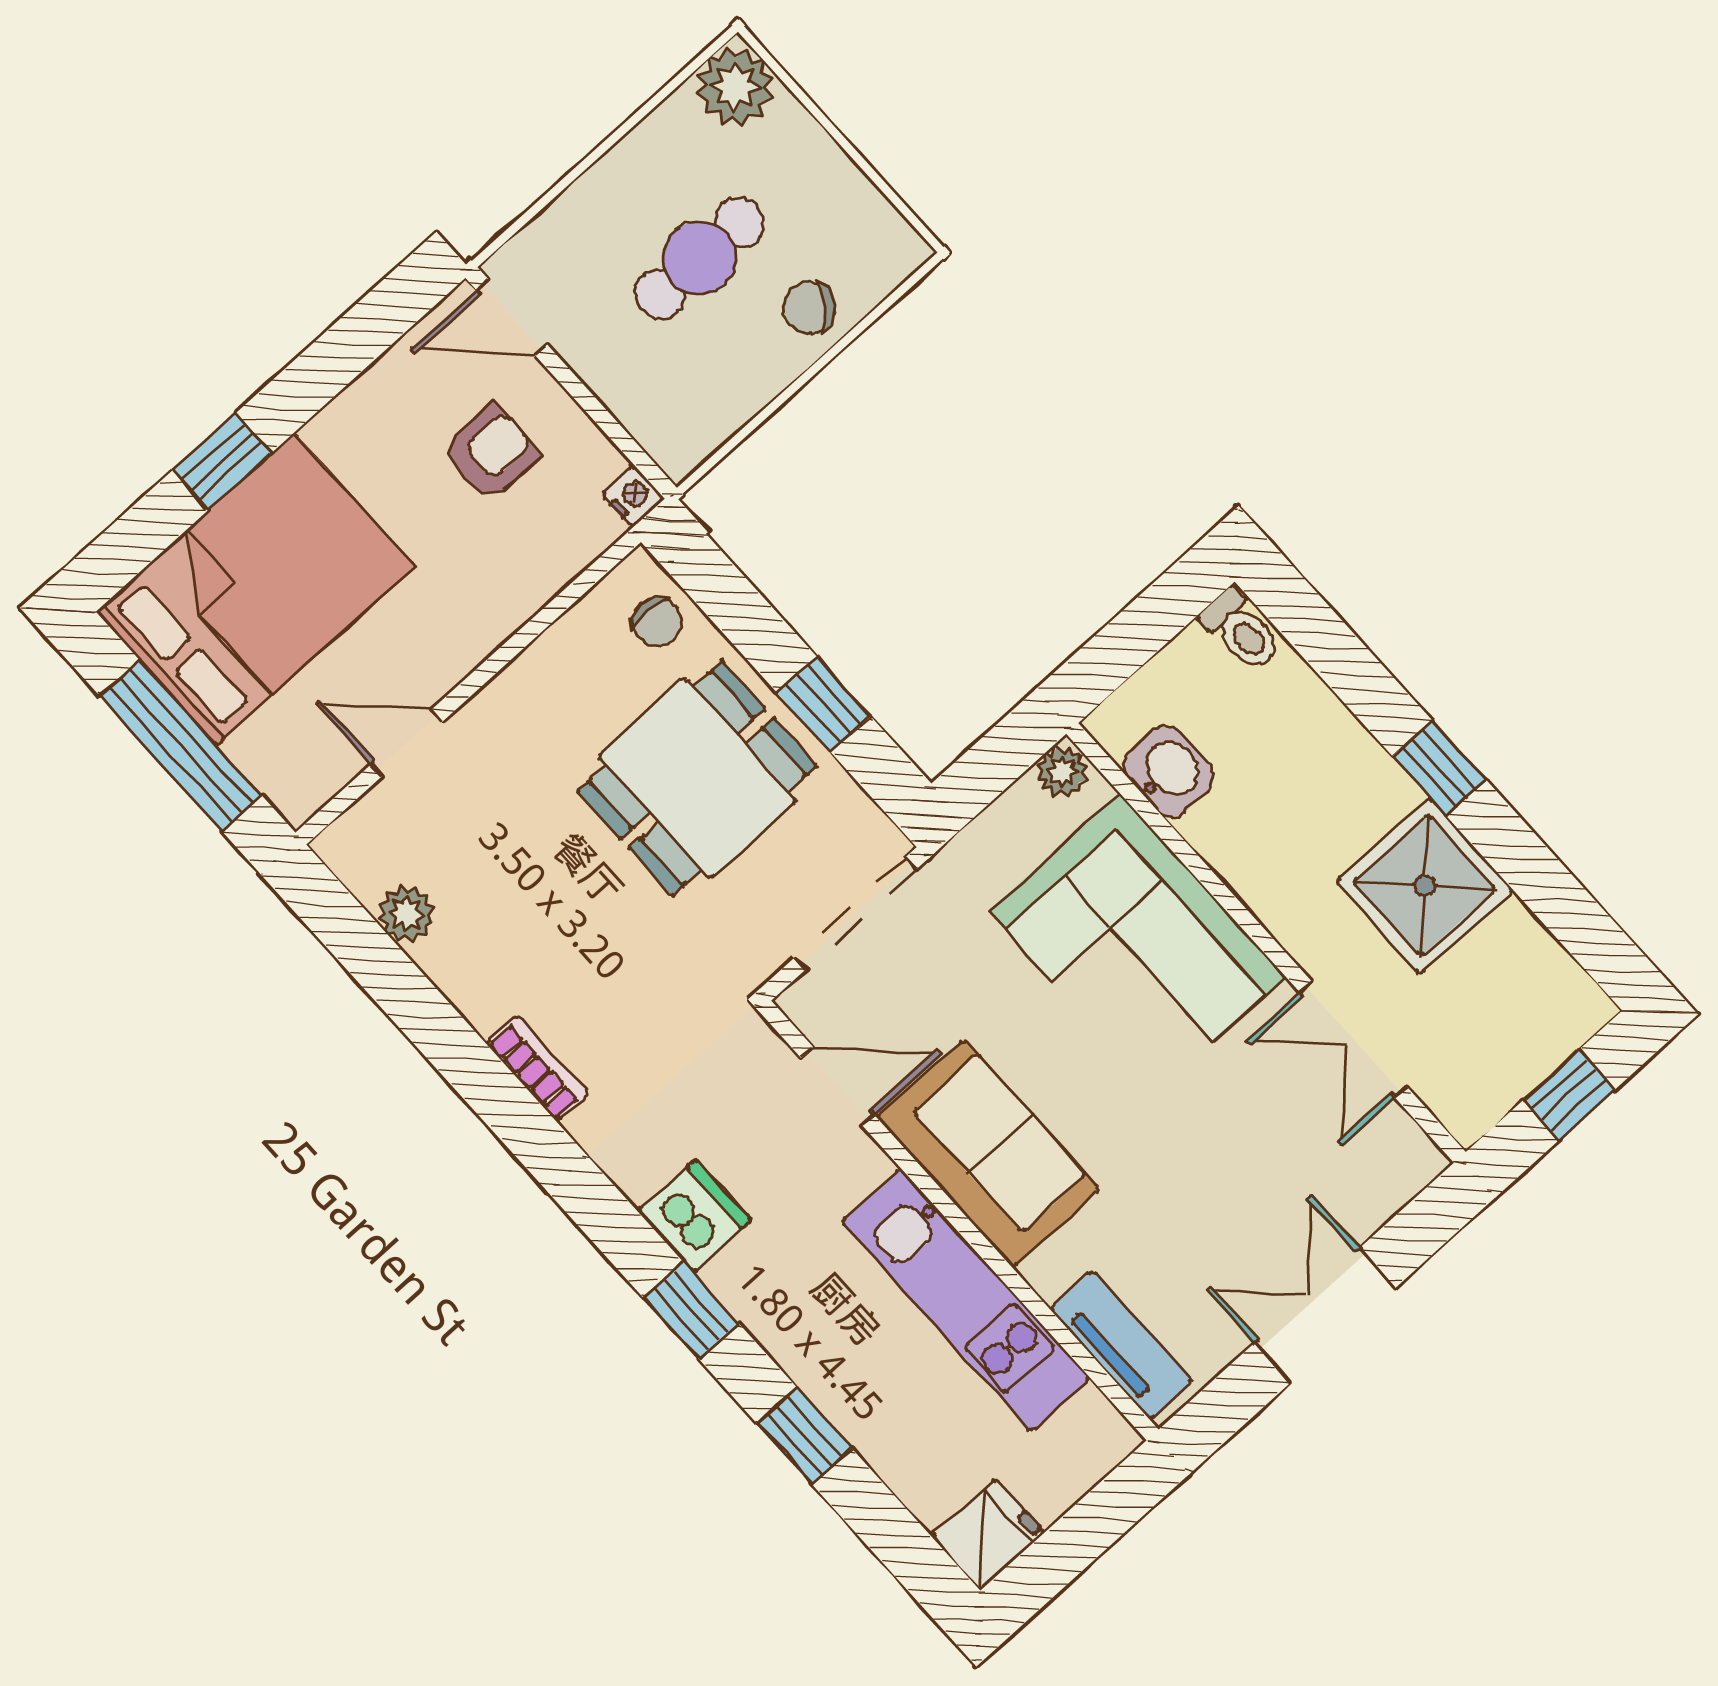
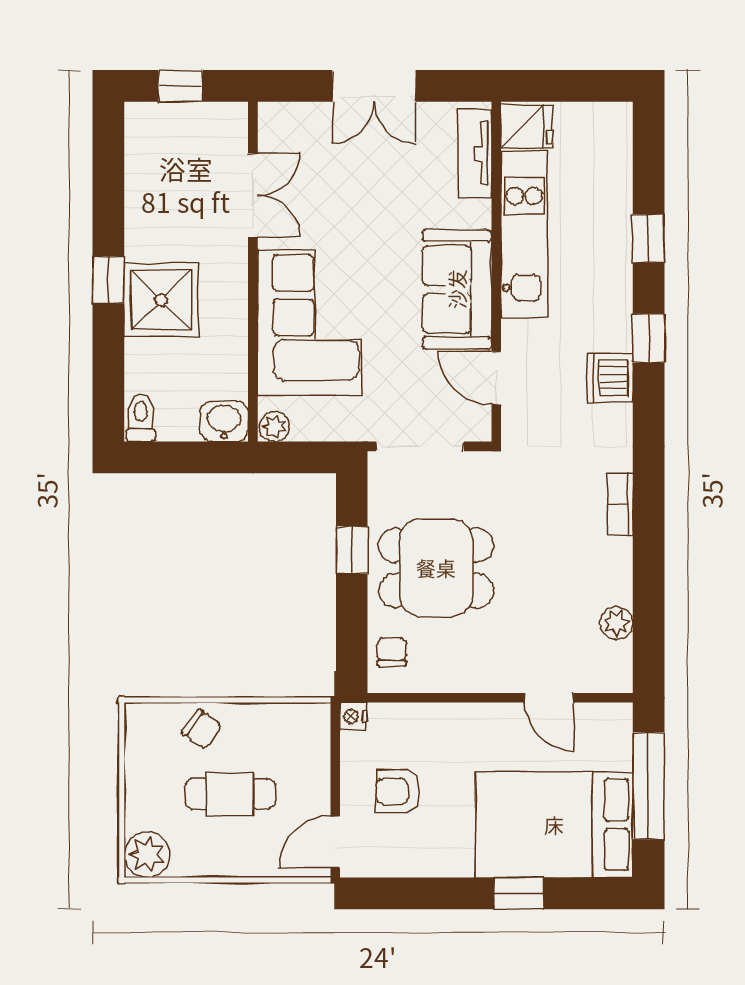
door: (512, 317) -> (335, 842), swing flipped
washbasin: (1169, 771) -> (224, 421), moved, turned 90
shower: (1425, 886) -> (161, 300), moved
fridge: (988, 1534) -> (527, 126), moved, turned 180

